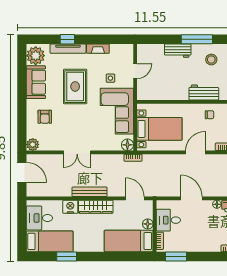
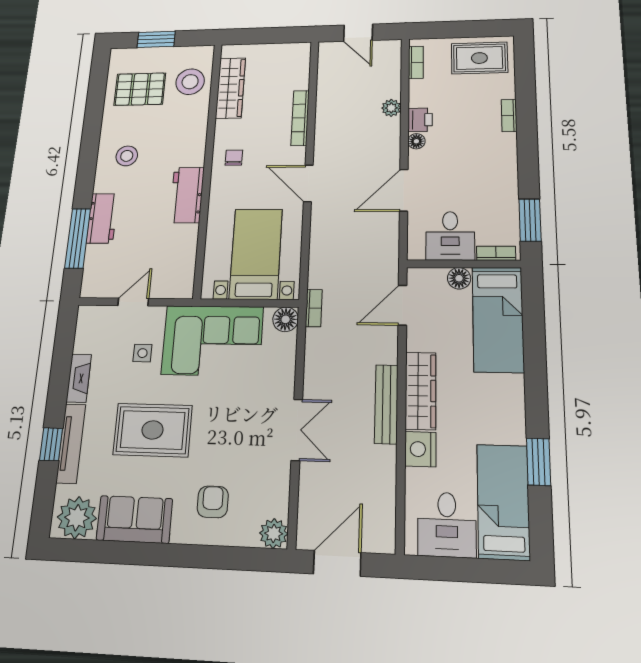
window: (197, 39) -> (78, 238), moved
door: (135, 71) -> (133, 302), hinge flipped
workbench: (204, 93) -> (187, 195), moved
armchair: (45, 117) -> (213, 502), turned -90

